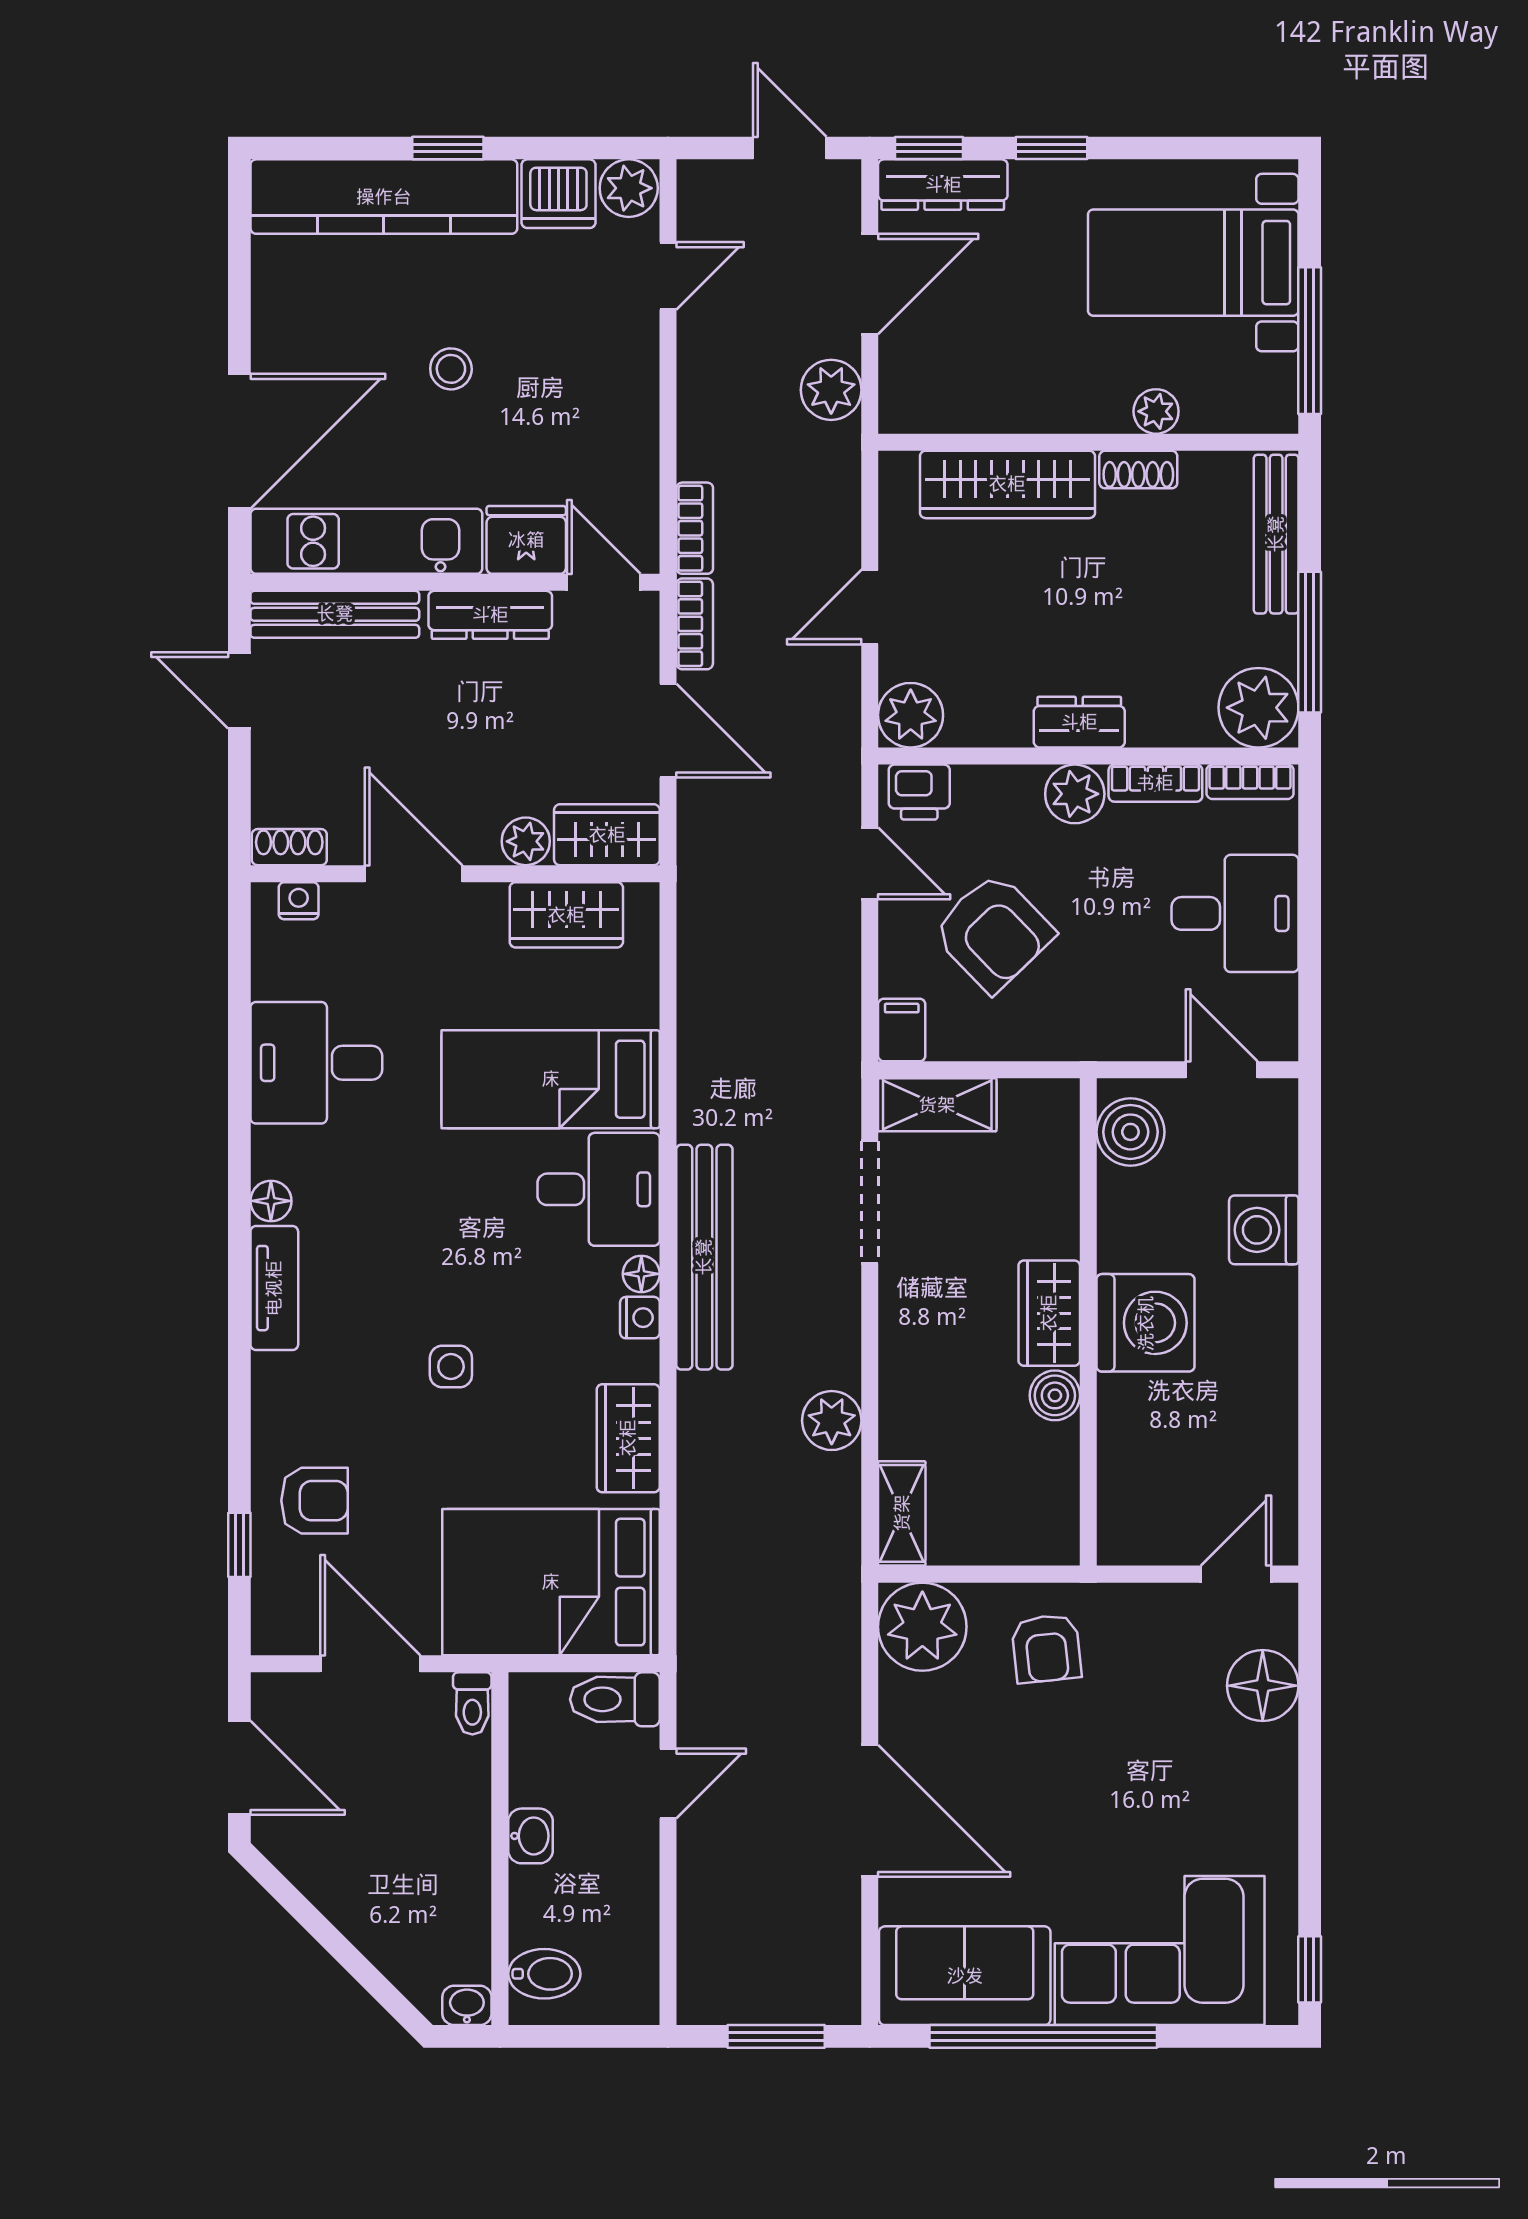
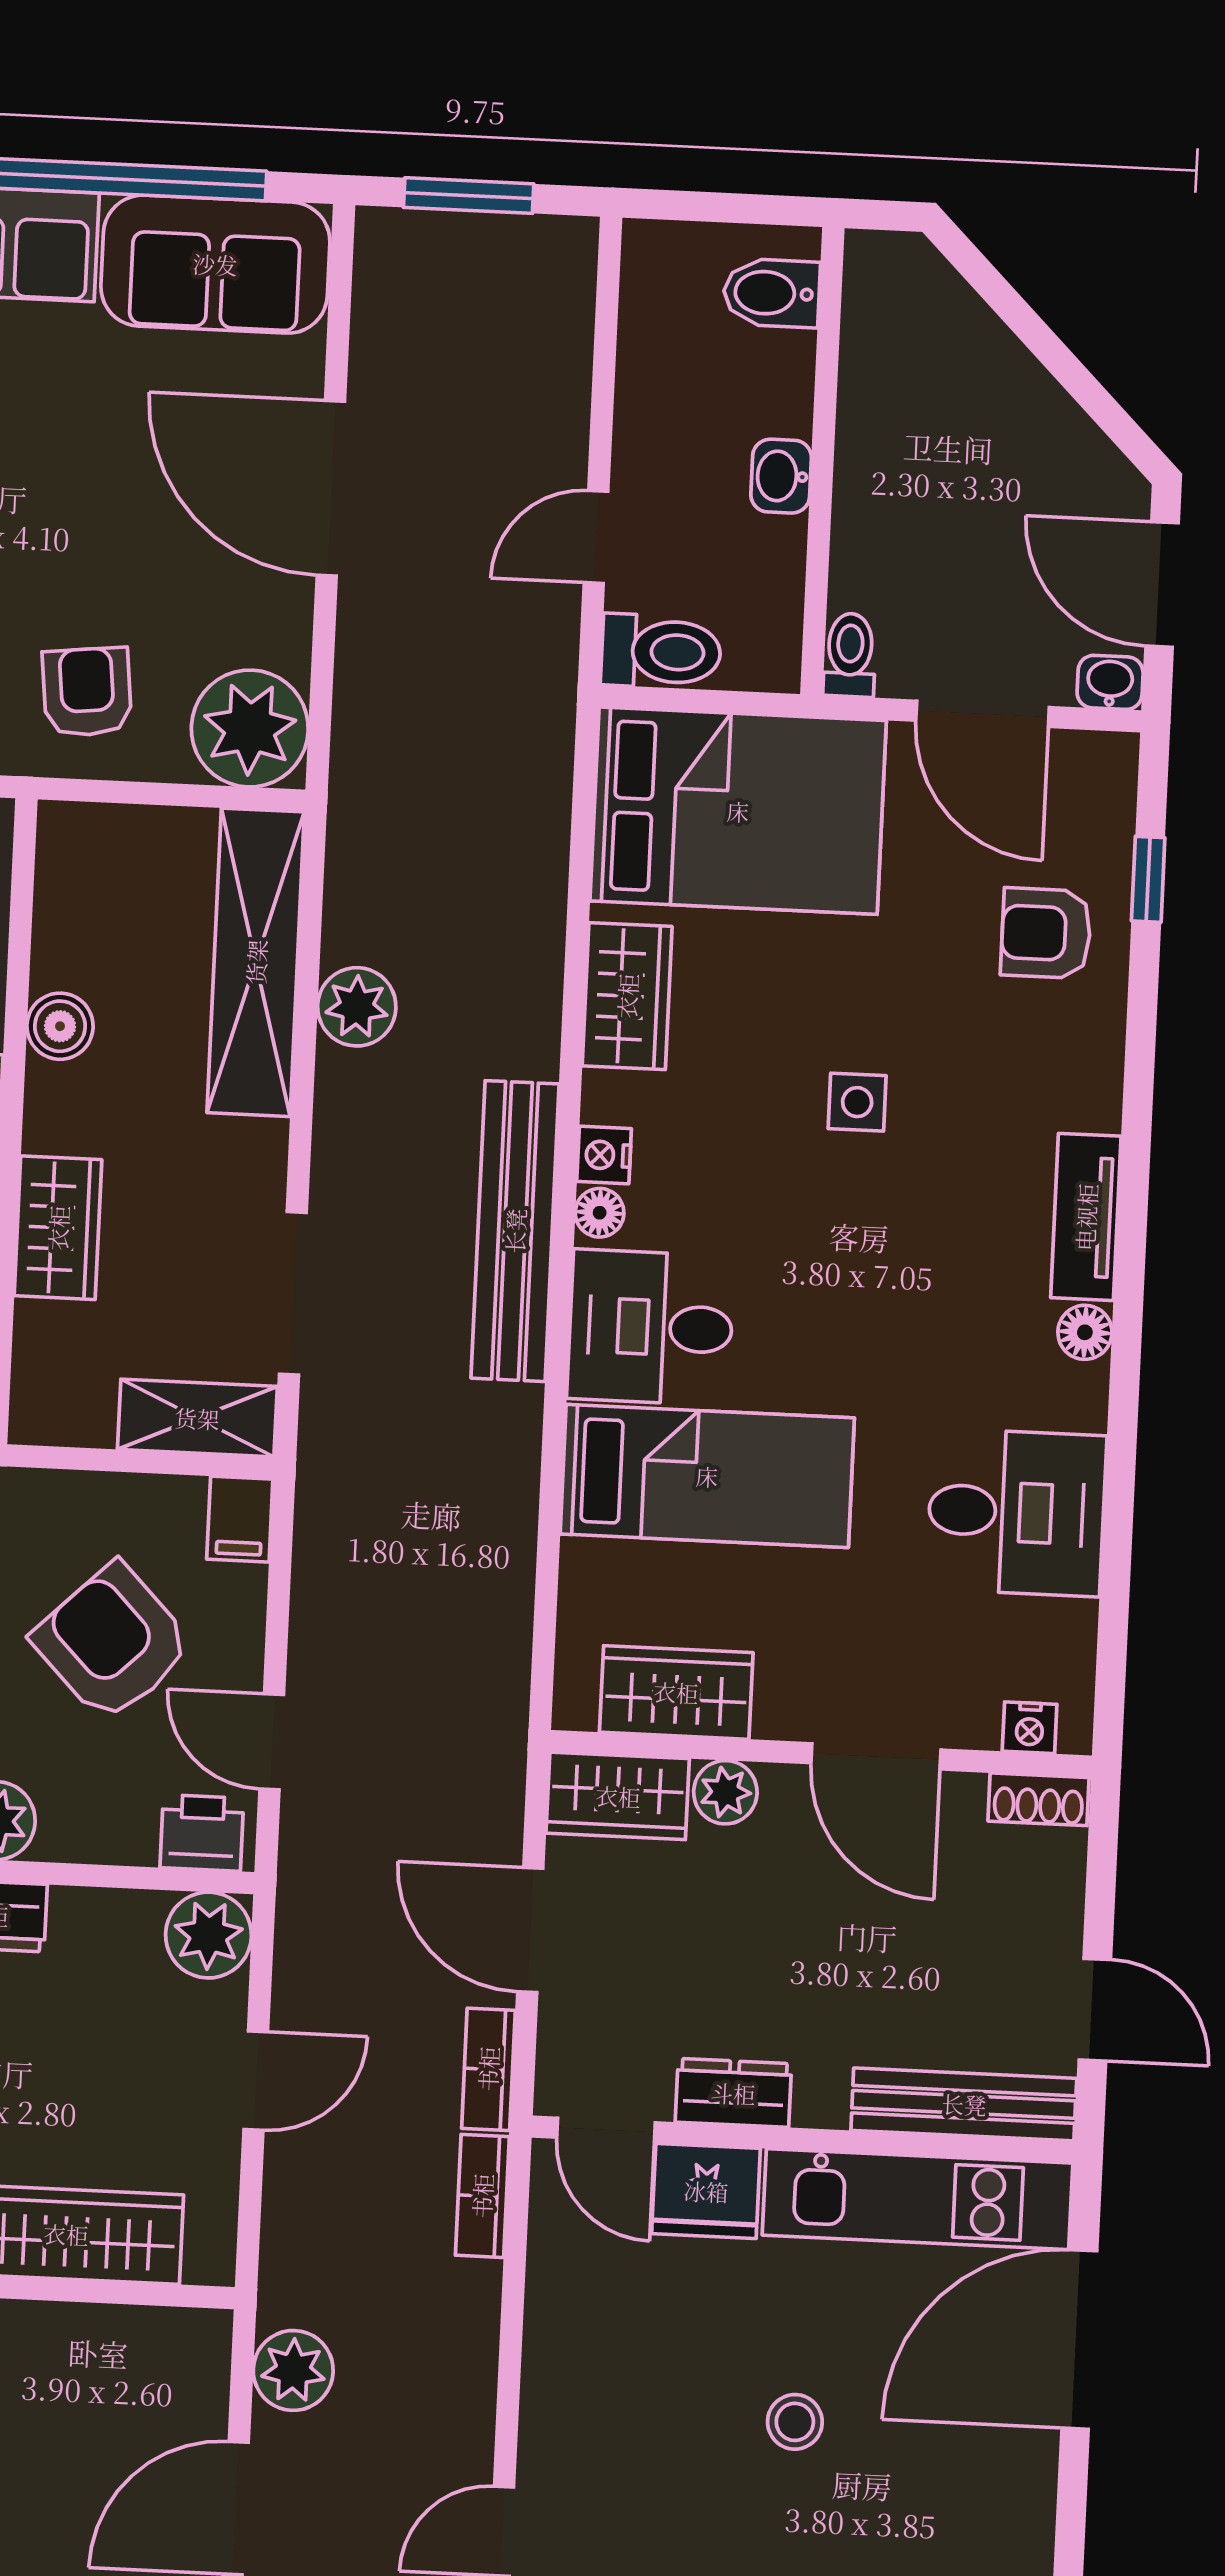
dresser: (490, 615) -> (733, 2093), width x0.70
wardrobe: (1049, 1313) -> (58, 1228), moved
shelving: (902, 1513) -> (256, 962), width x2.20, depth x1.33
washbasin: (467, 2005) -> (1110, 682), moved, turned 180

